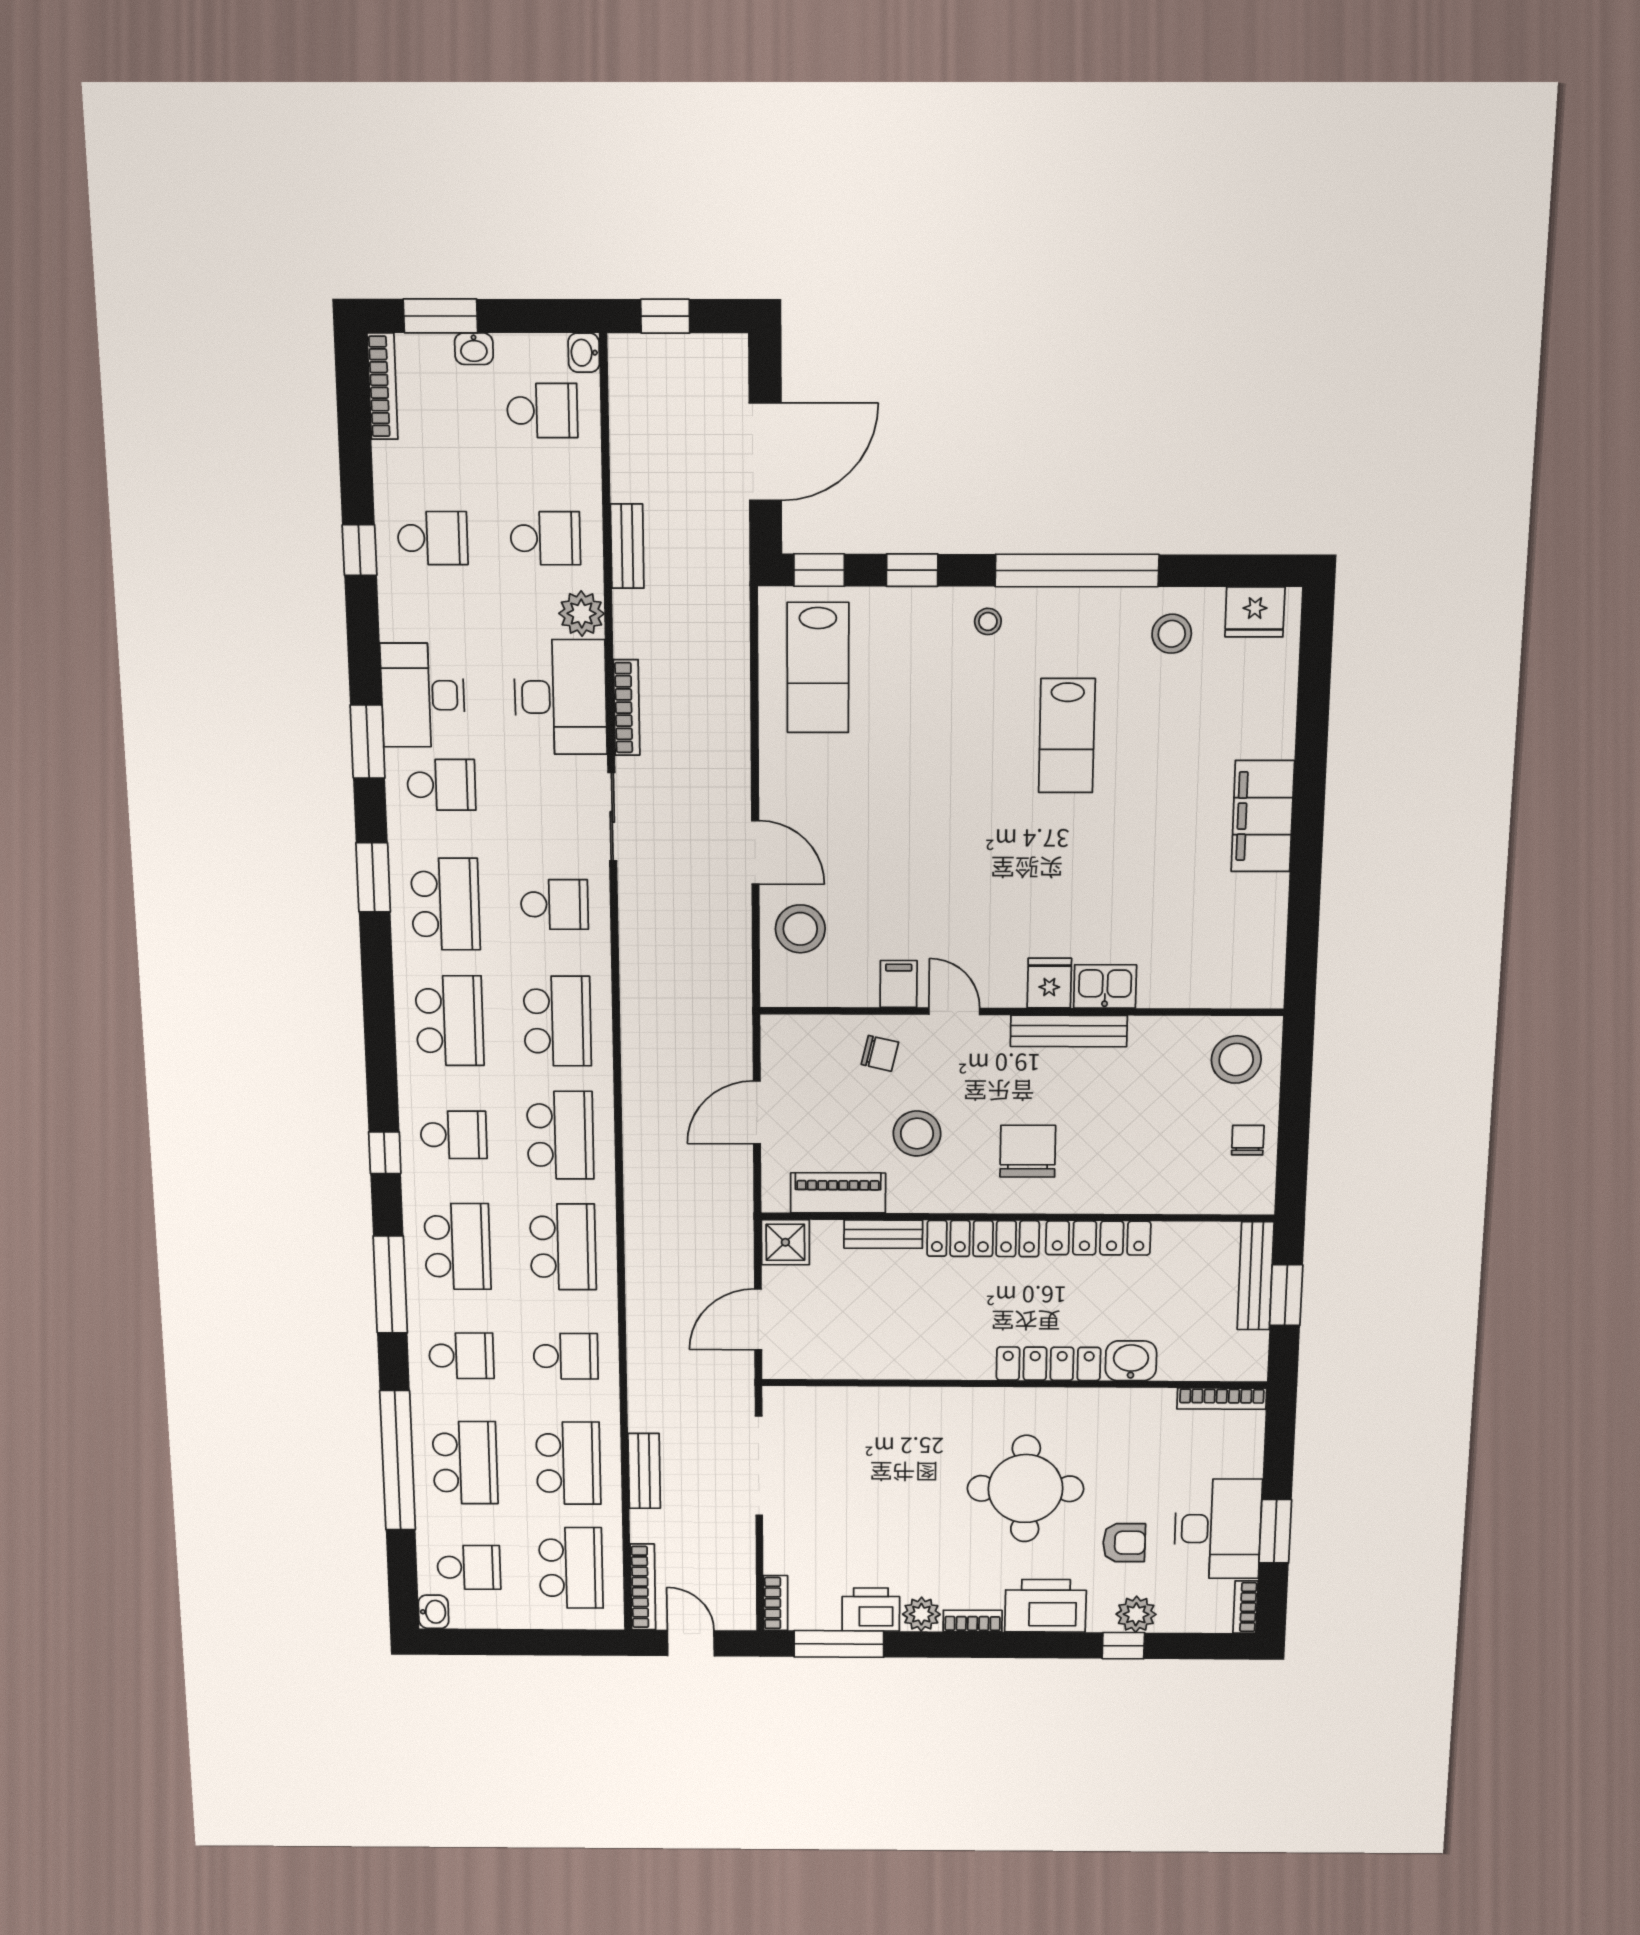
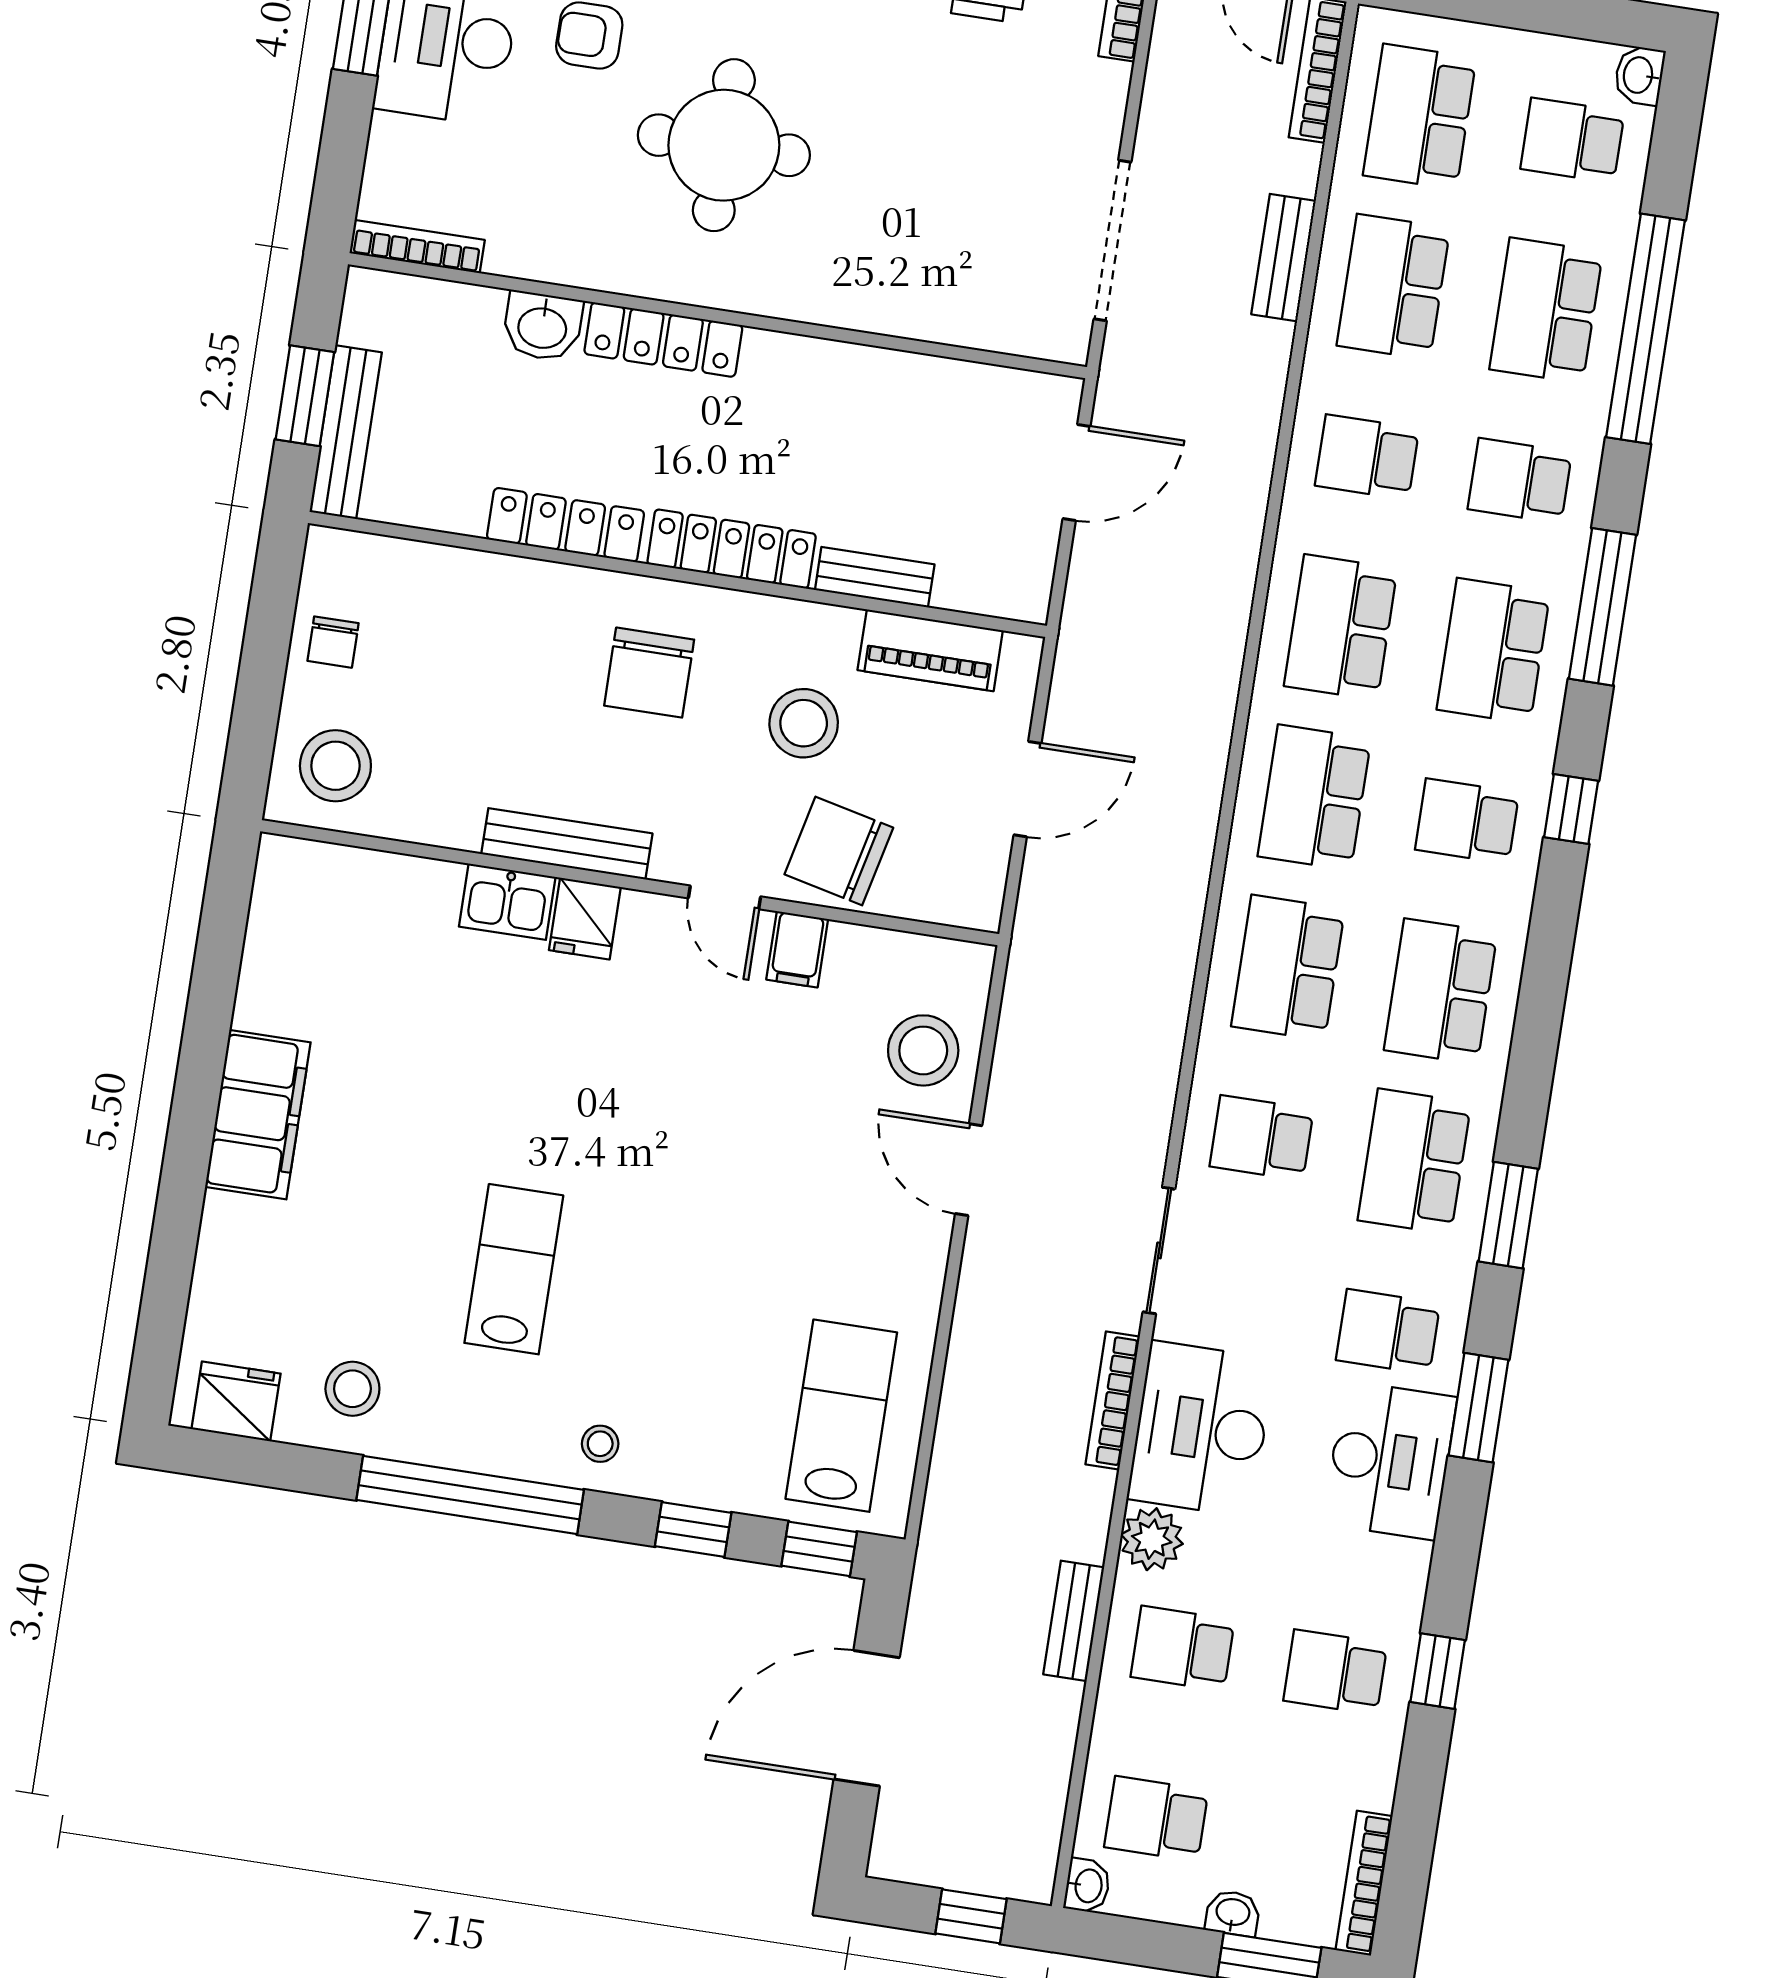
chair: (880, 1053) -> (839, 851), width x1.87, depth x1.87
shower: (785, 1242) -> (1018, 586), removed

